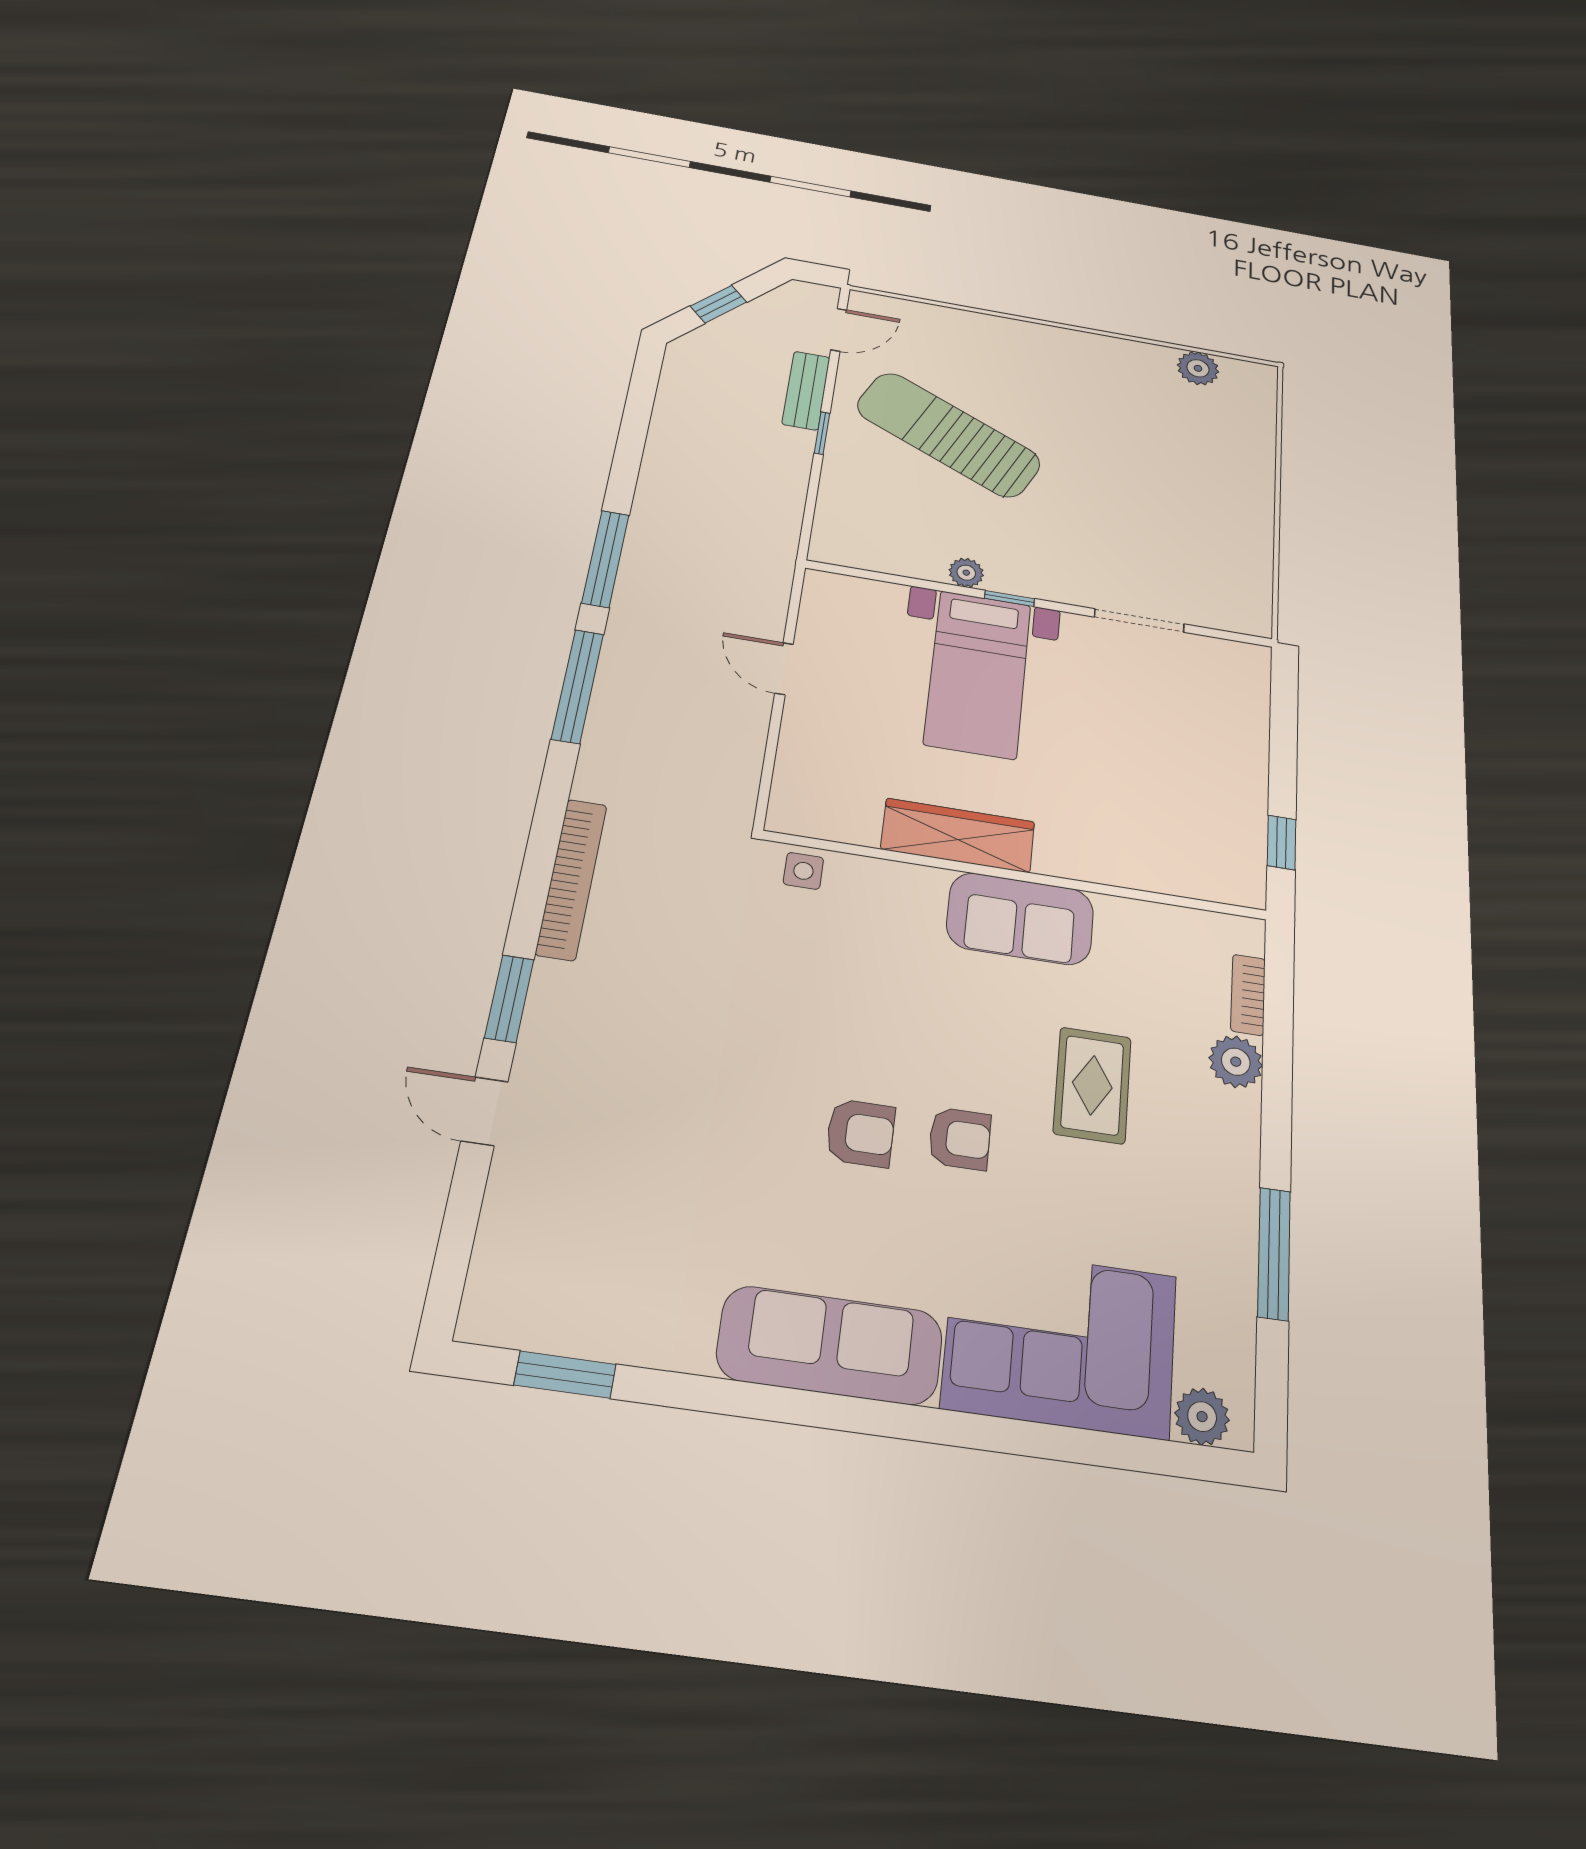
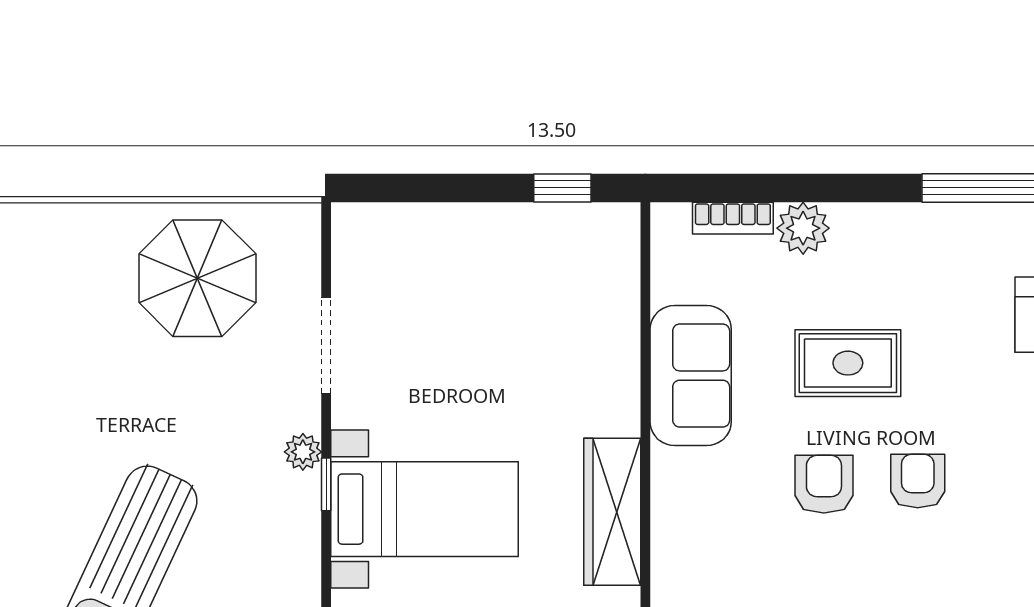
parasol: (1206, 532) -> (197, 278), added
plant: (966, 573) -> (303, 452), moved
sofa: (1020, 919) -> (691, 376), moved
armchair: (860, 1133) -> (824, 484), moved

